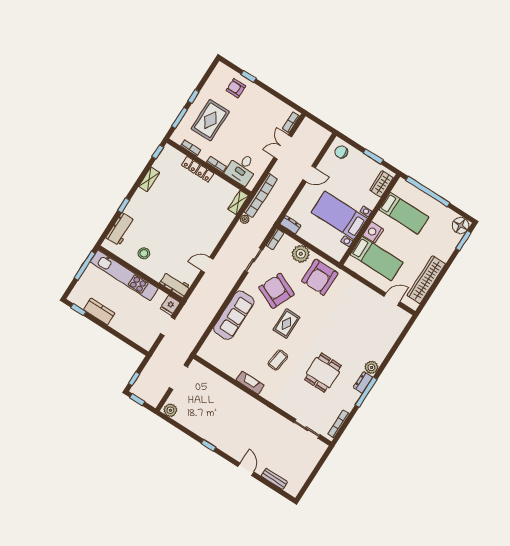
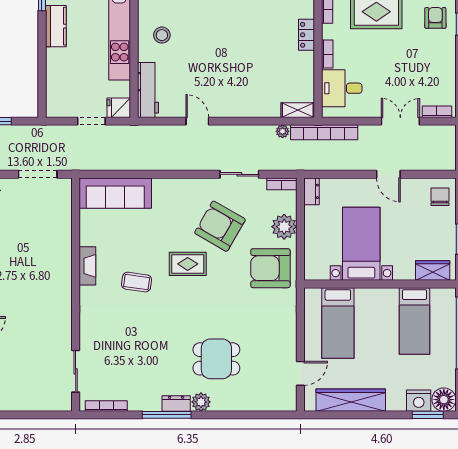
locker: (198, 169) -> (307, 35), width x0.66
nightstand: (373, 232) -> (419, 401), moved, turned 180
workbench: (175, 285) -> (148, 90), width x1.38
armchair: (276, 291) -> (220, 226), turned -84
door: (392, 299) -> (300, 373), hinge flipped
sofa: (234, 315) -> (115, 193), moved
dining table: (323, 373) -> (216, 359), moved

